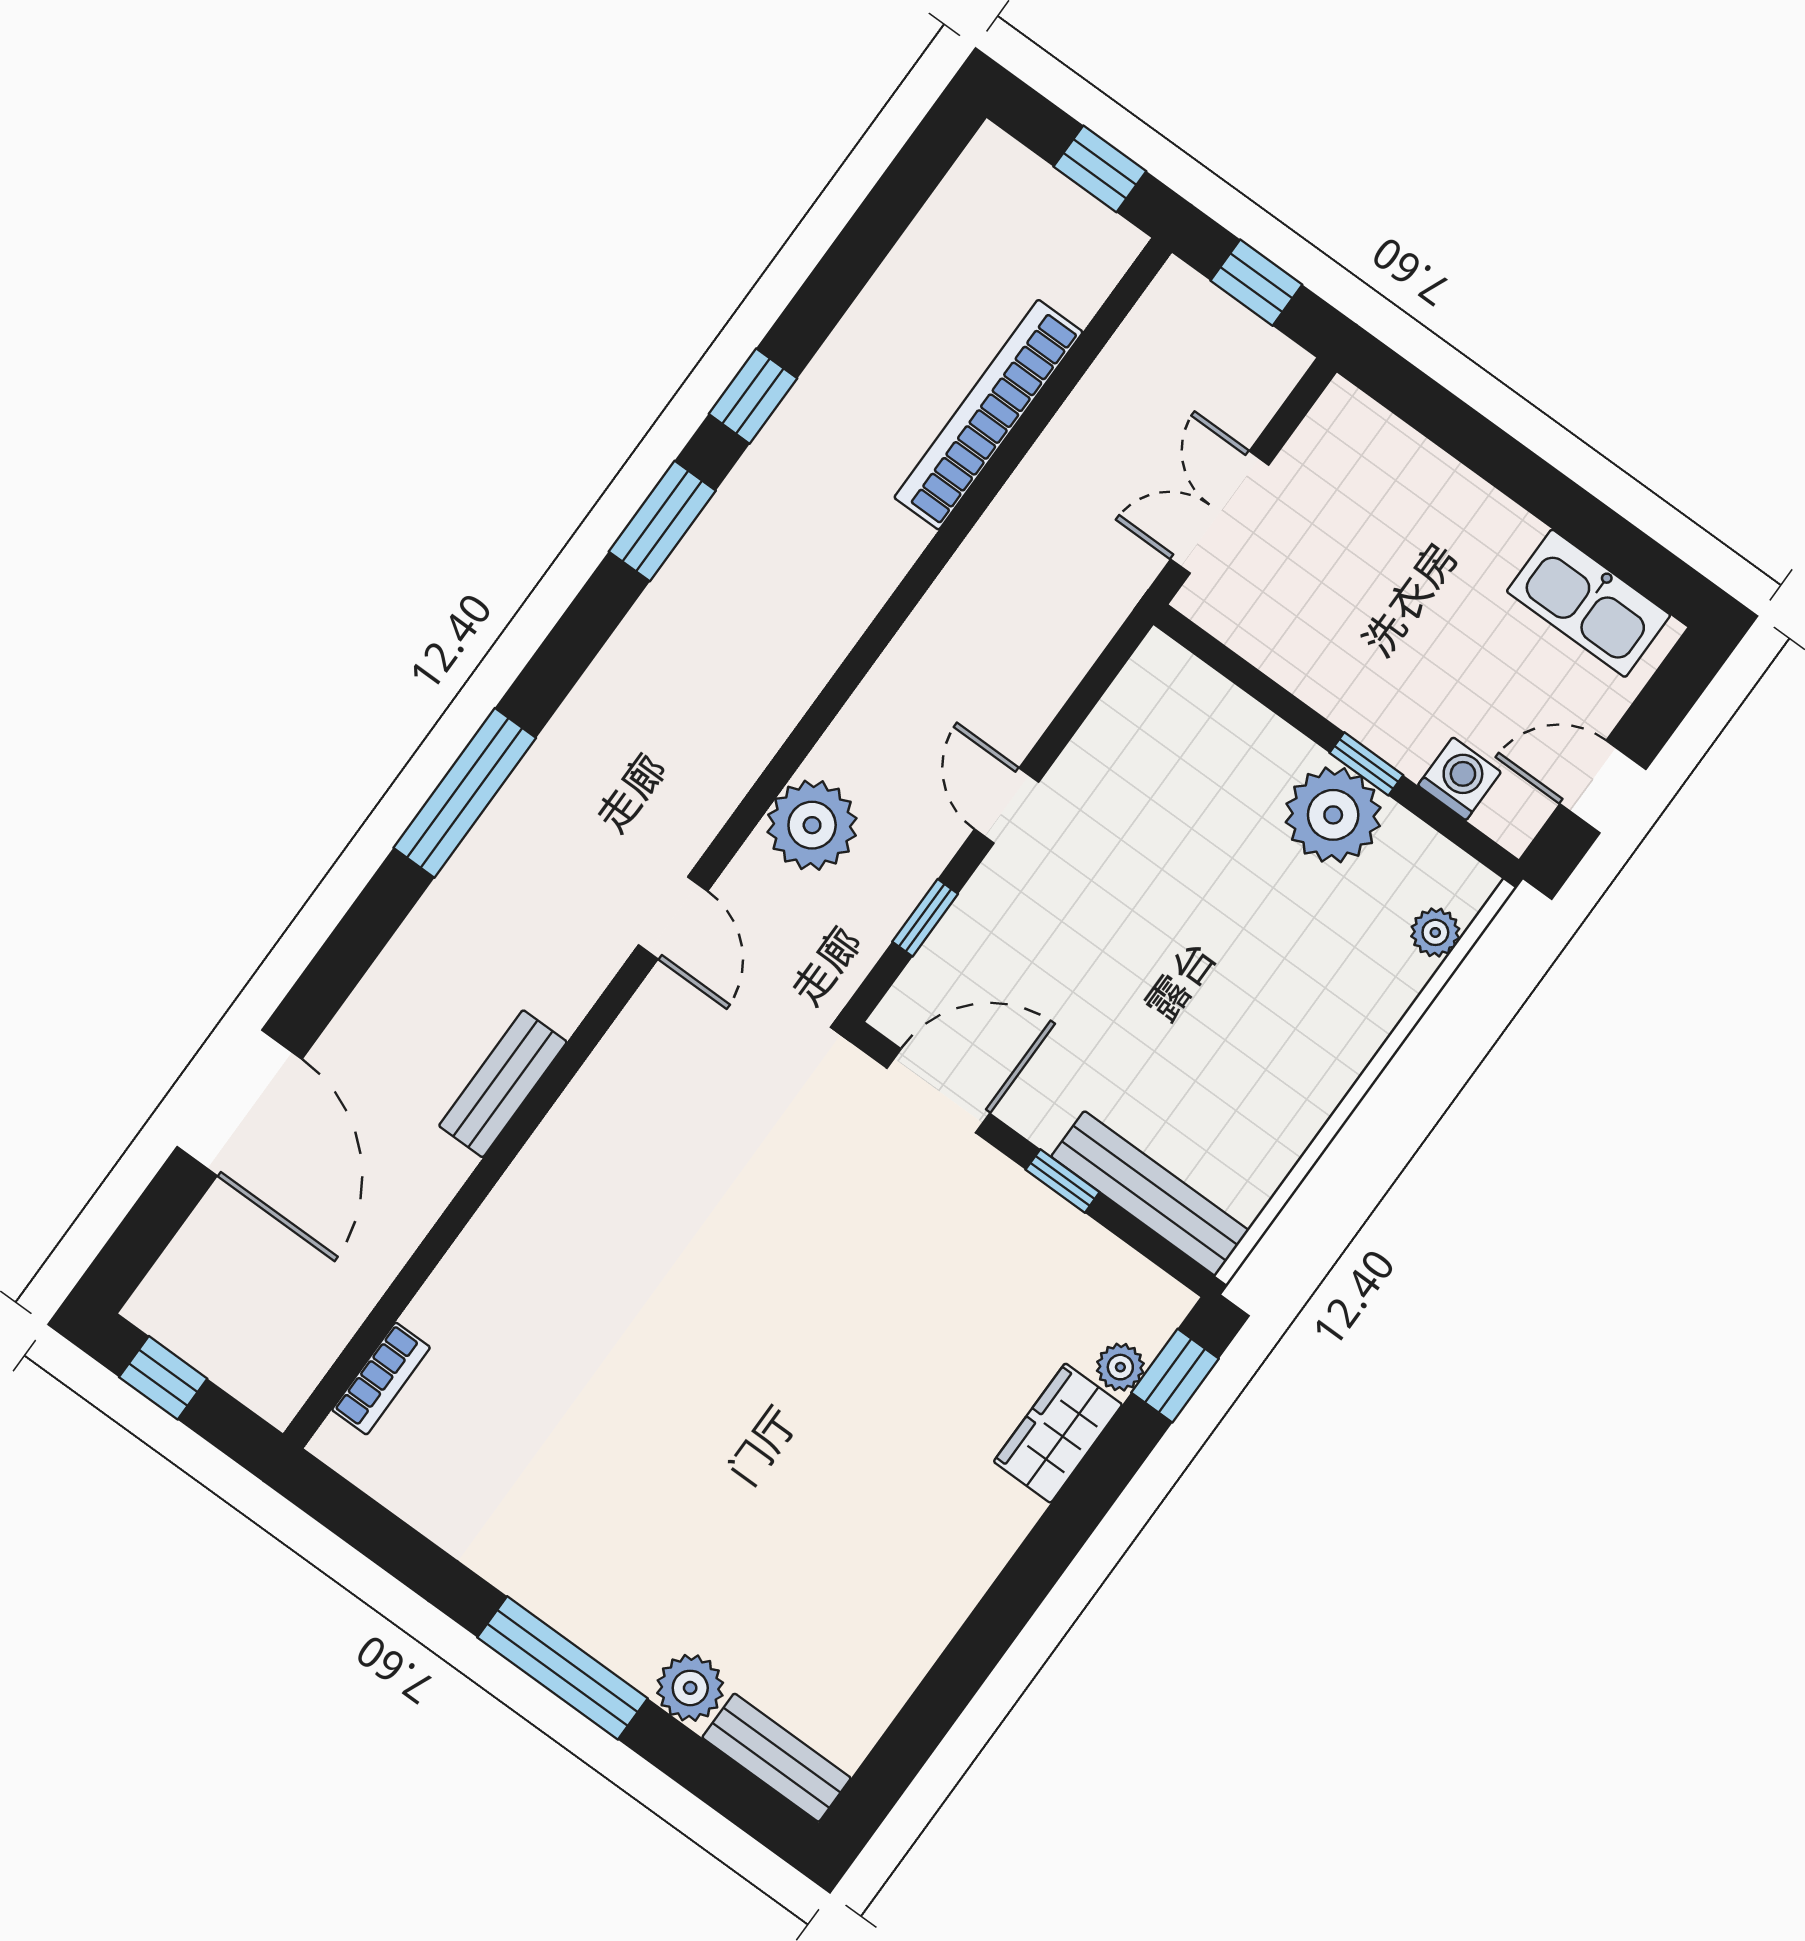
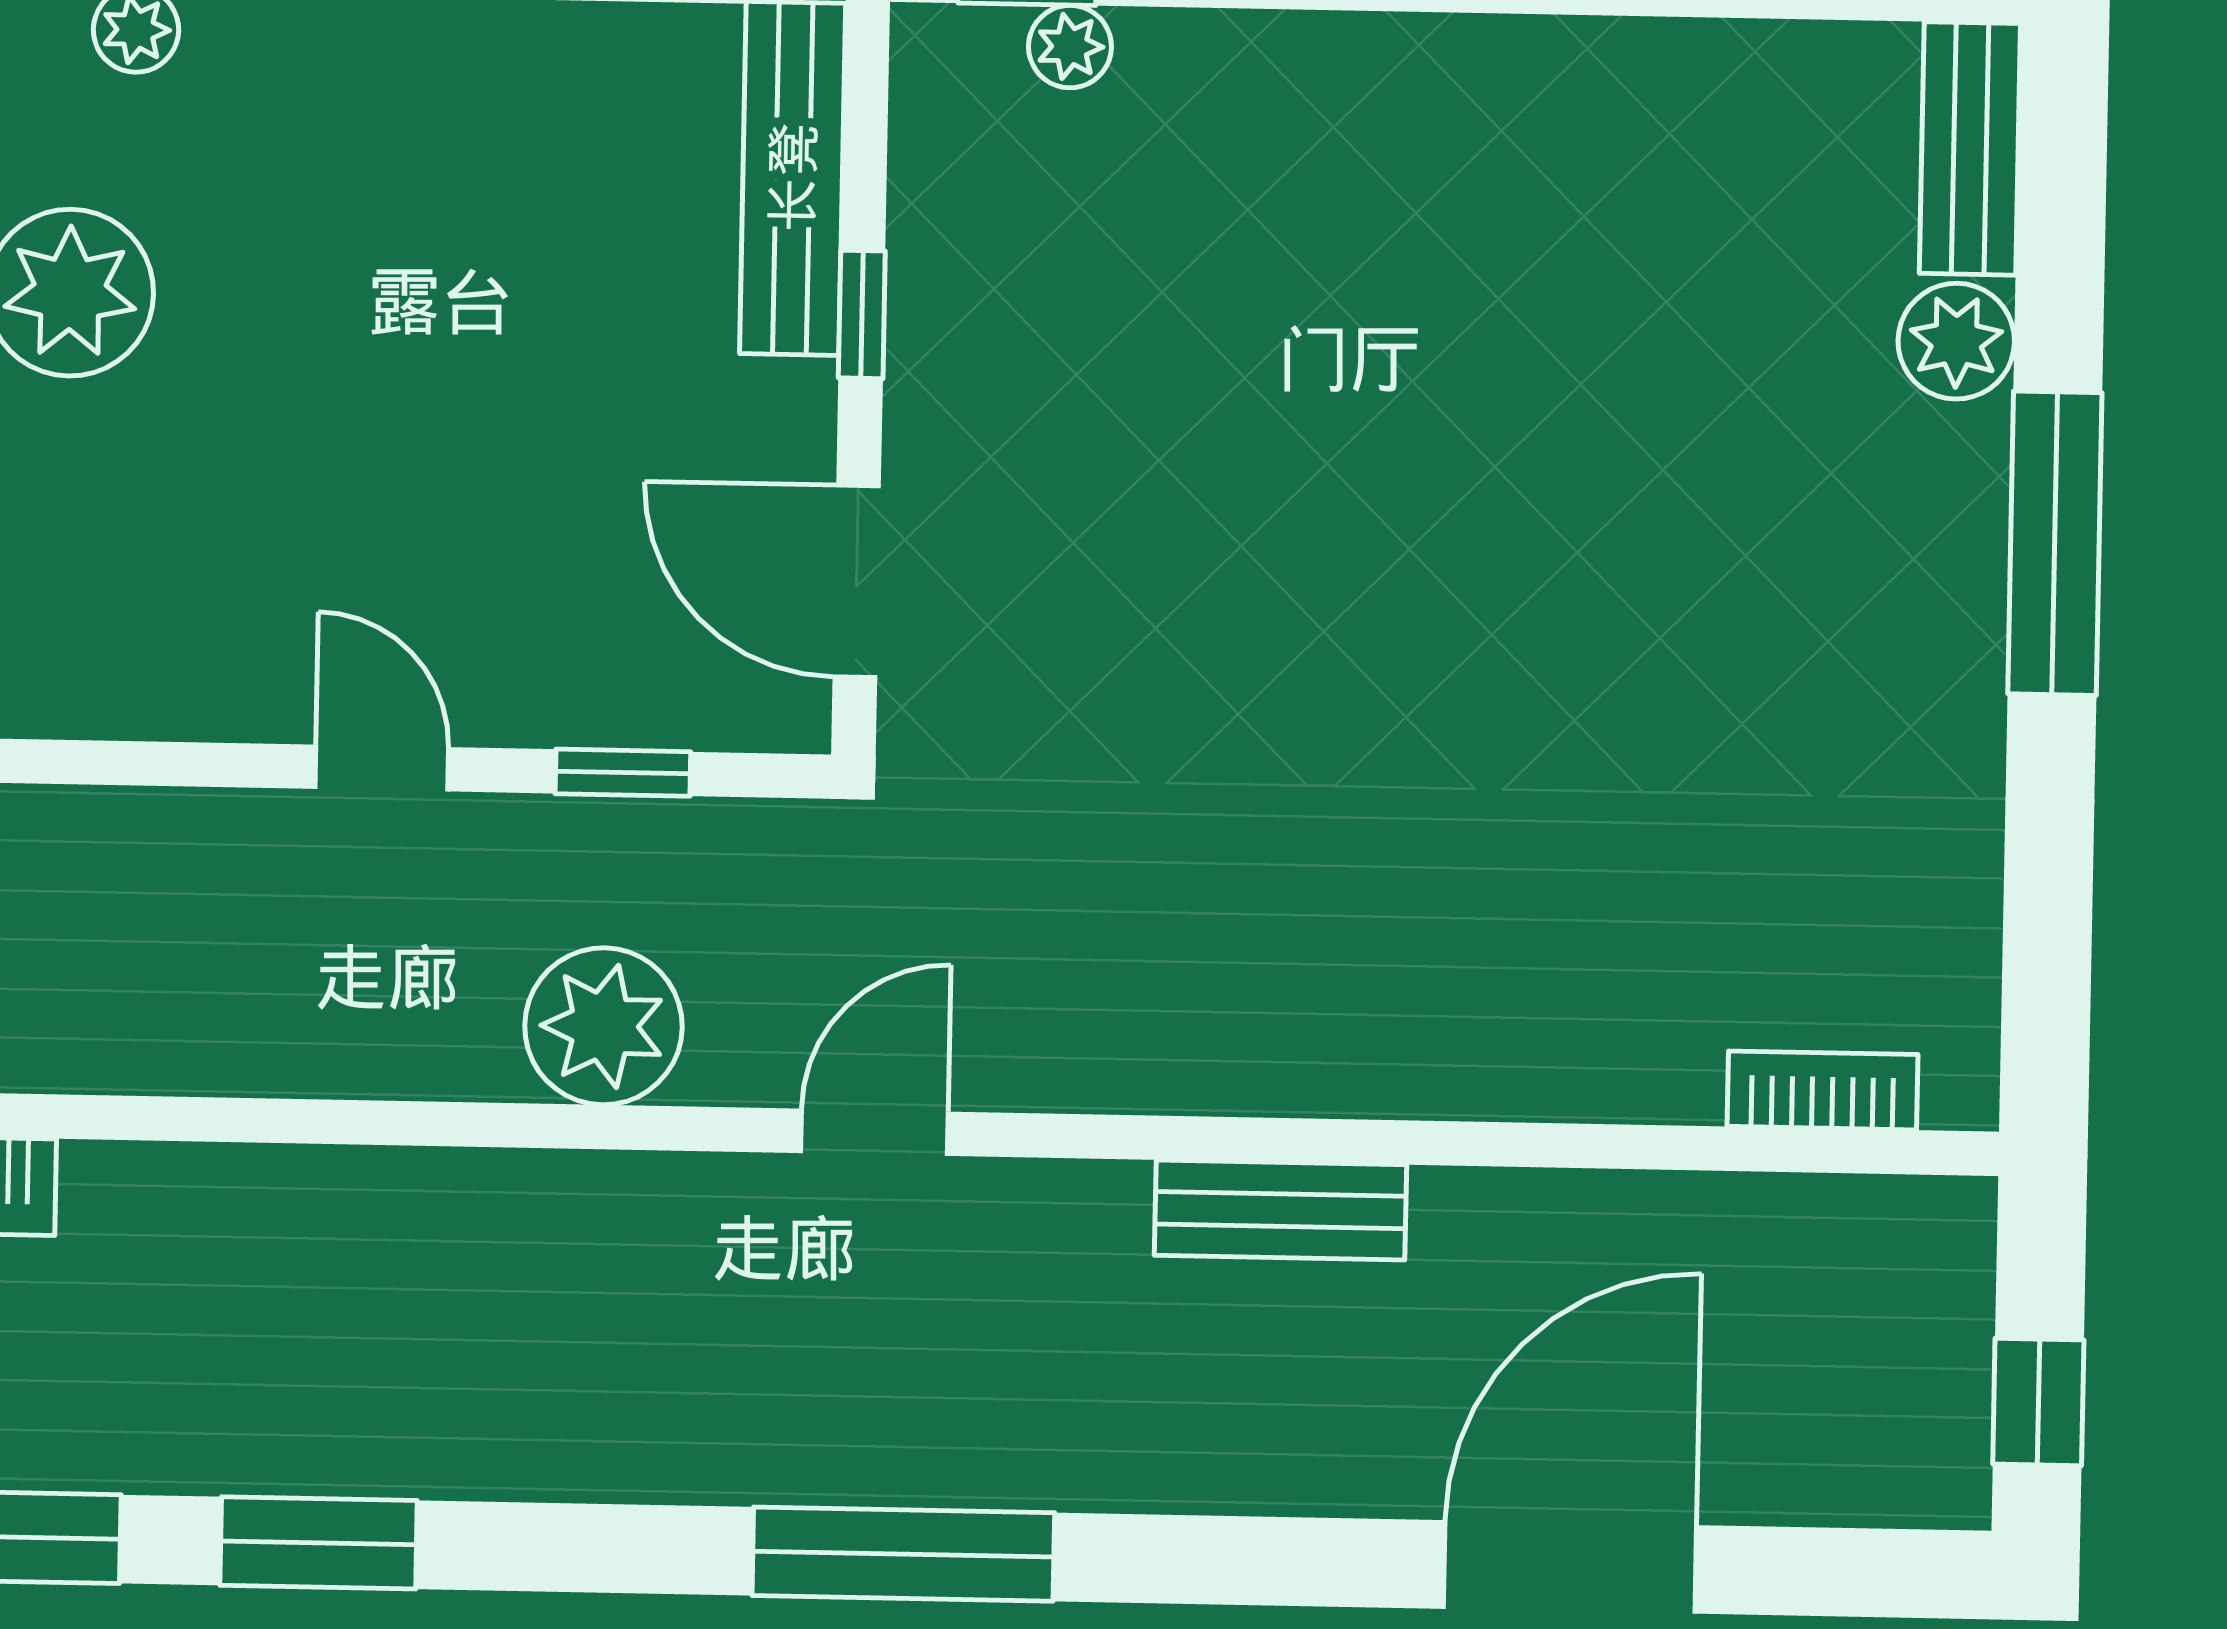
door: (1007, 806) -> (382, 768), swing flipped
wardrobe: (1058, 1433) -> (1226, 70), removed

